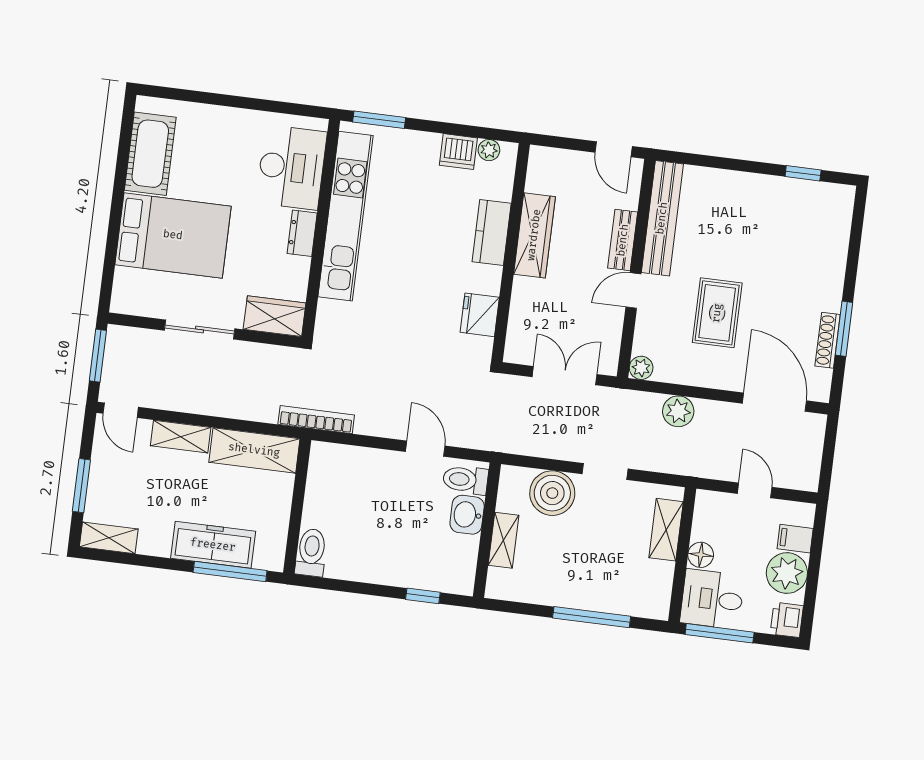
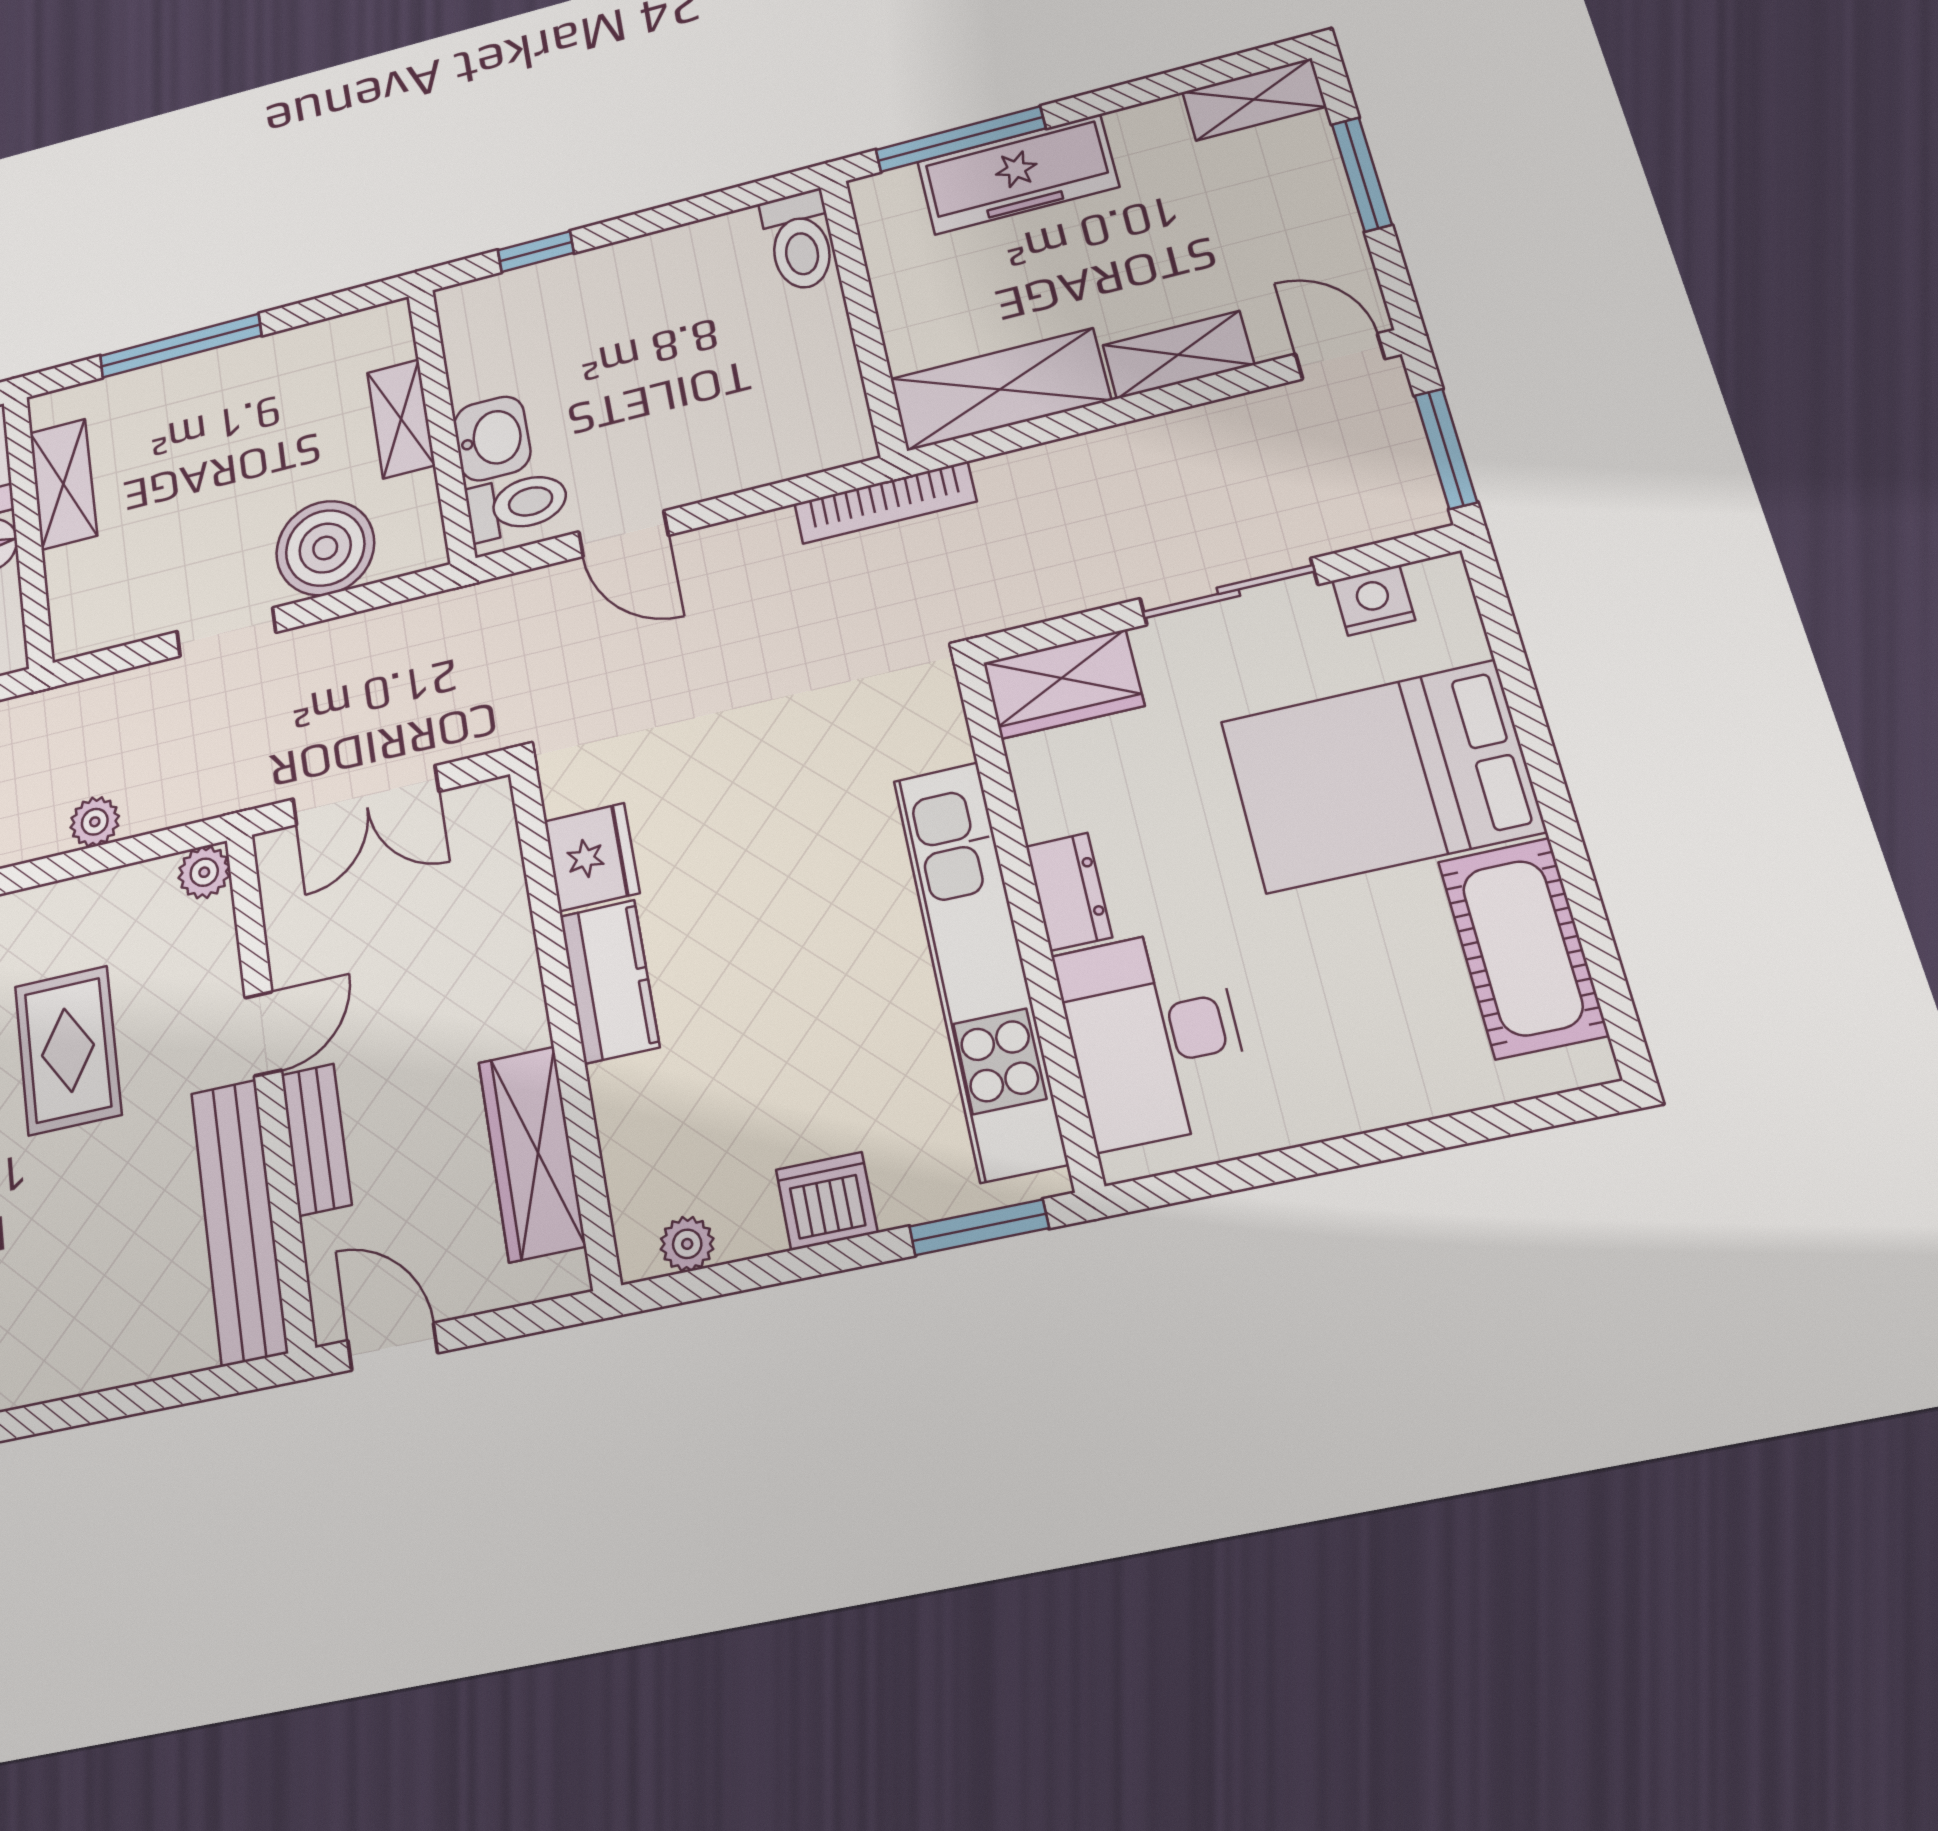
dishwasher: (458, 152) -> (827, 1201), moved
kitchen counter: (492, 232) -> (609, 981), moved
wardrobe: (534, 235) -> (532, 1154), moved
nightstand: (148, 305) -> (1374, 600), added
plant: (678, 411) -> (95, 822), width x0.73, depth x0.73
shelving: (666, 530) -> (63, 484), moved

